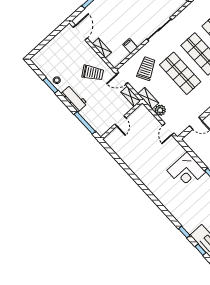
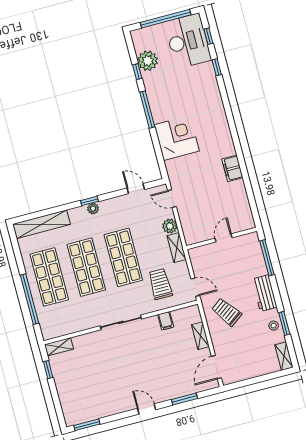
trolley: (146, 68) -> (160, 284), turned 119
shelving: (131, 96) -> (284, 356), moved
door: (168, 129) -> (172, 199), swing flipped
filing cabinet: (139, 170) -> (232, 168), added

